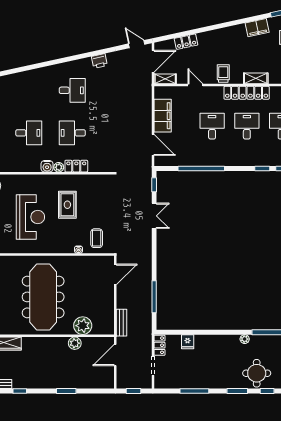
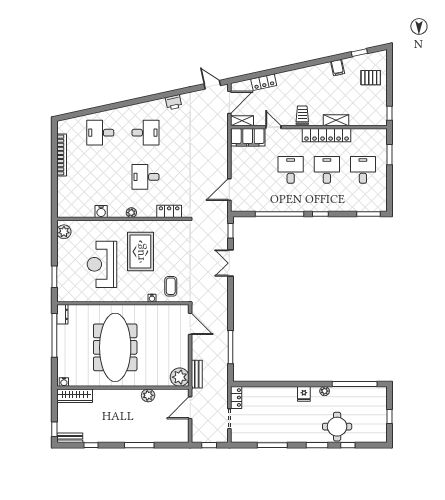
filing cabinet: (257, 28) -> (338, 68), width x0.50
filing cabinet: (163, 116) -> (248, 137), moved, turned 90
desk: (29, 133) -> (100, 133), moved, turned 180
door: (153, 145) -> (229, 189), swing flipped
water cooler: (47, 166) -> (101, 212), moved
locker: (76, 166) -> (169, 211), moved
window: (262, 169) -> (320, 214), moved
rug: (67, 205) -> (140, 252), width x1.36, depth x1.43
double door: (154, 216) -> (231, 263), swing flipped
reception desk: (30, 217) -> (102, 264), turned 180
door: (115, 274) -> (190, 324), hinge flipped
plant: (83, 326) -> (180, 377), moved
fridge: (188, 342) -> (304, 394), moved
window: (66, 391) -> (139, 445), width x1.44

